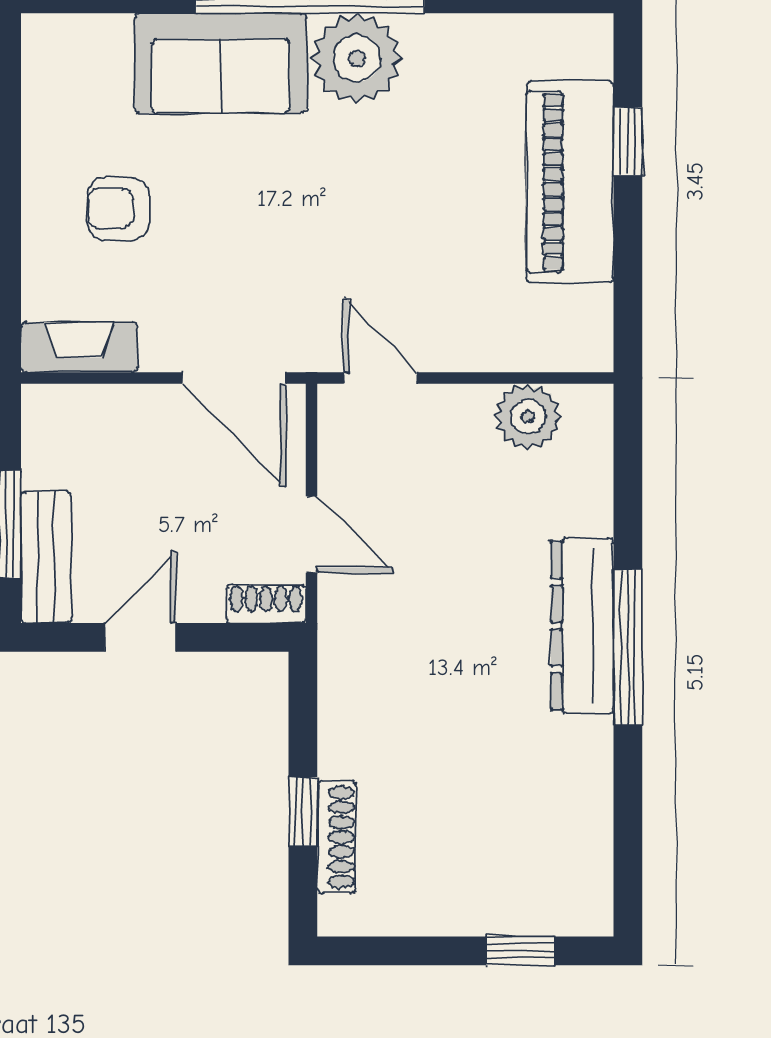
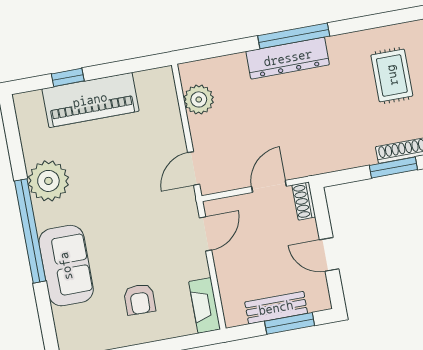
plant: (357, 58) -> (48, 181), moved
door: (234, 378) -> (206, 234), width x0.73
bench: (46, 557) -> (276, 308), moved
window: (303, 811) -> (393, 168), width x1.50
rug: (503, 844) -> (392, 75), added

